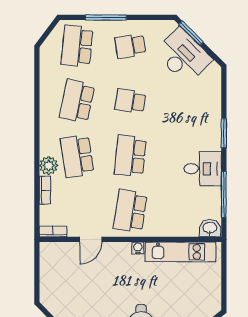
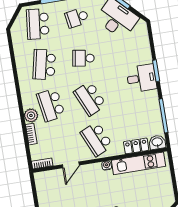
school desk: (130, 156) -> (90, 99), turned -30
desk: (203, 169) -> (141, 78), moved
school desk: (130, 211) -> (97, 139), turned -33
locker: (181, 228) -> (136, 146), added

